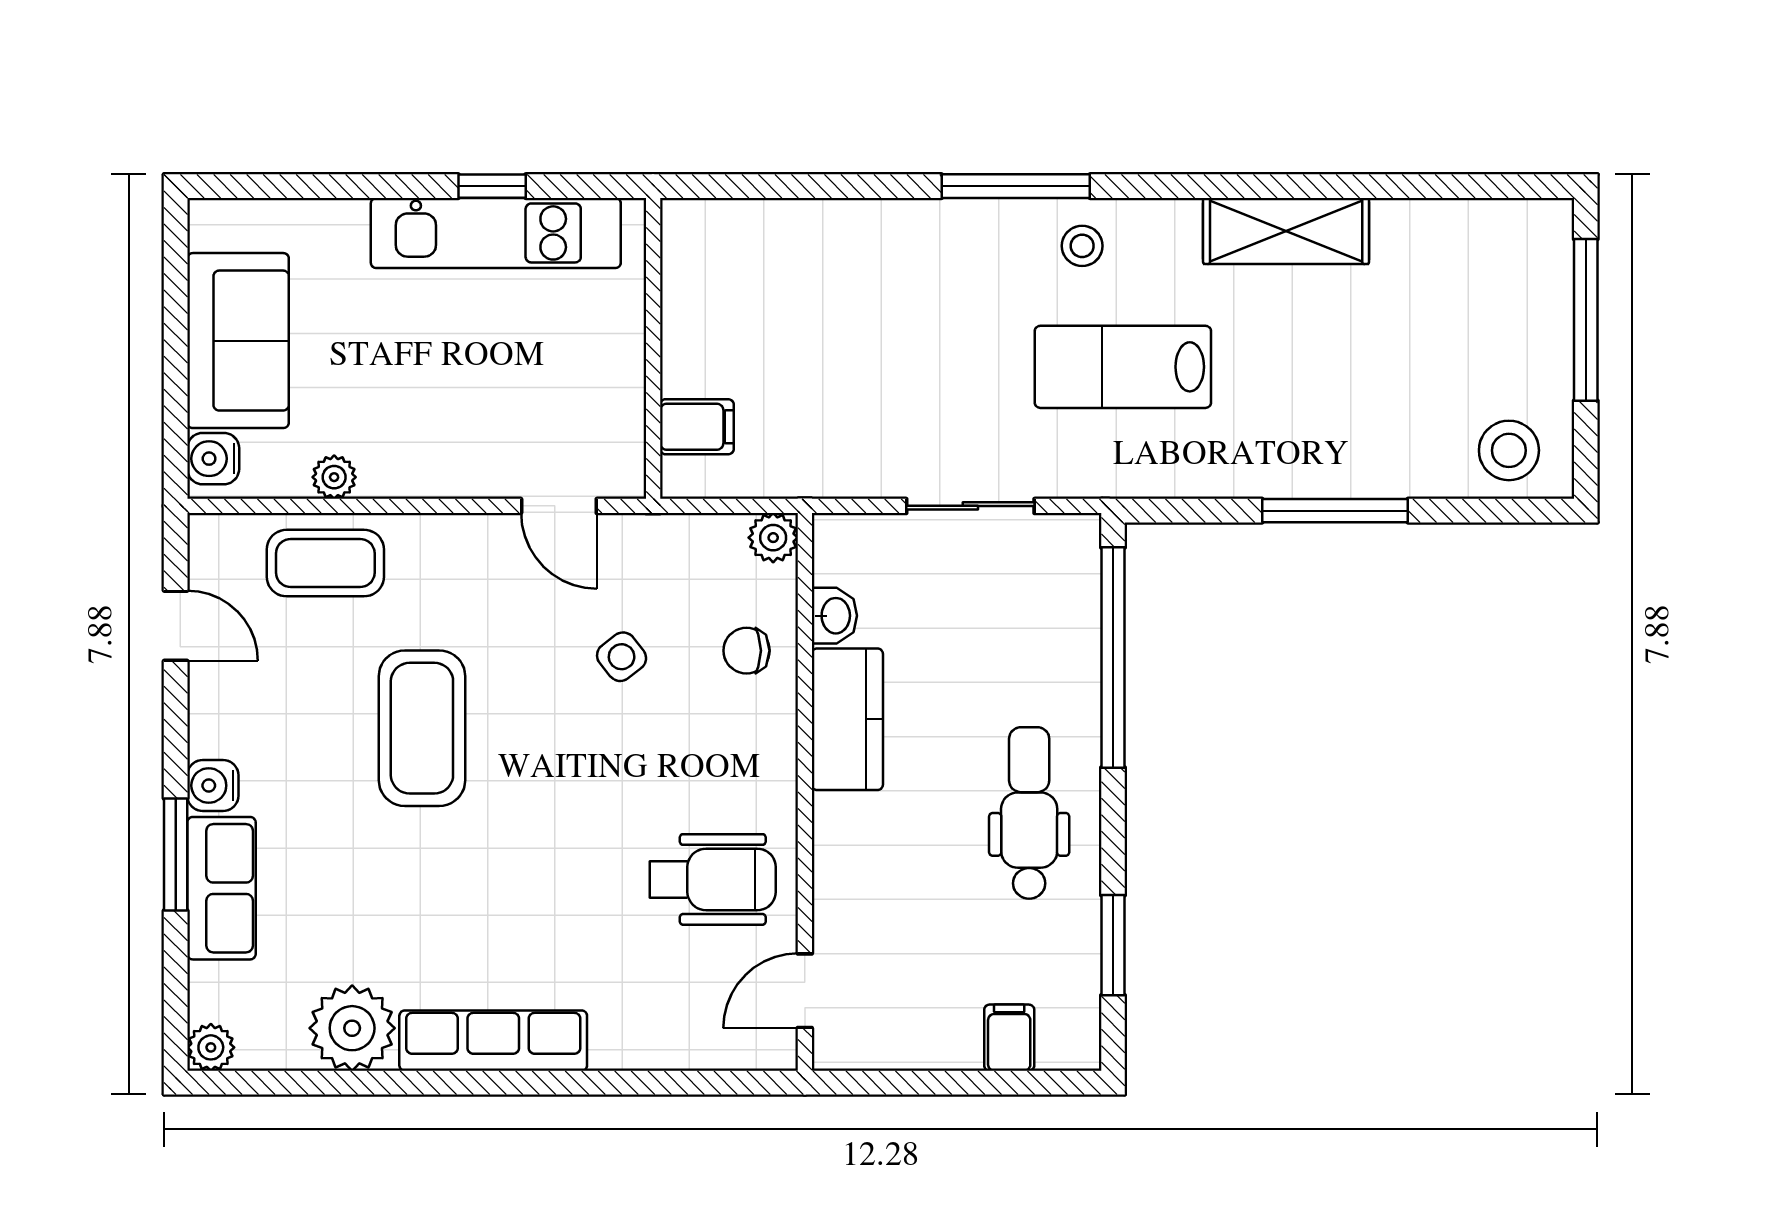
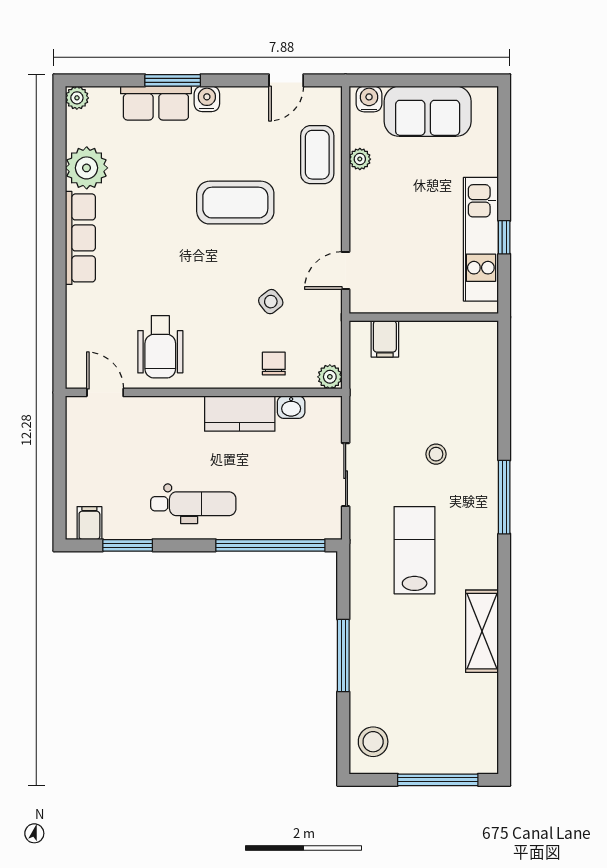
stool: (1082, 246) -> (436, 454), moved
filing cabinet: (1009, 1038) -> (89, 523), moved, turned -90

